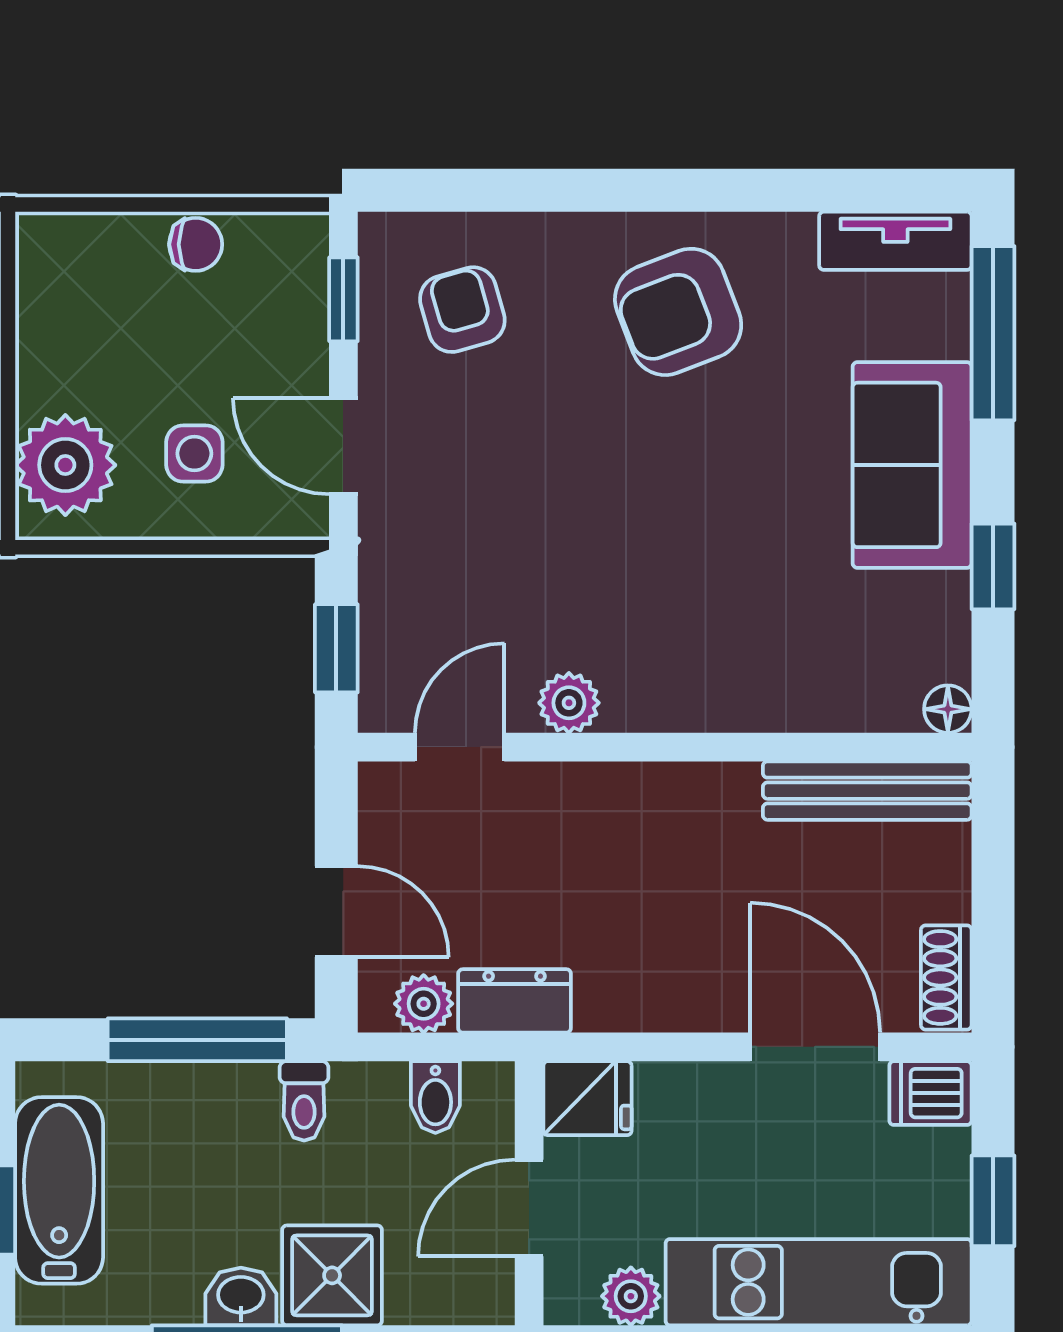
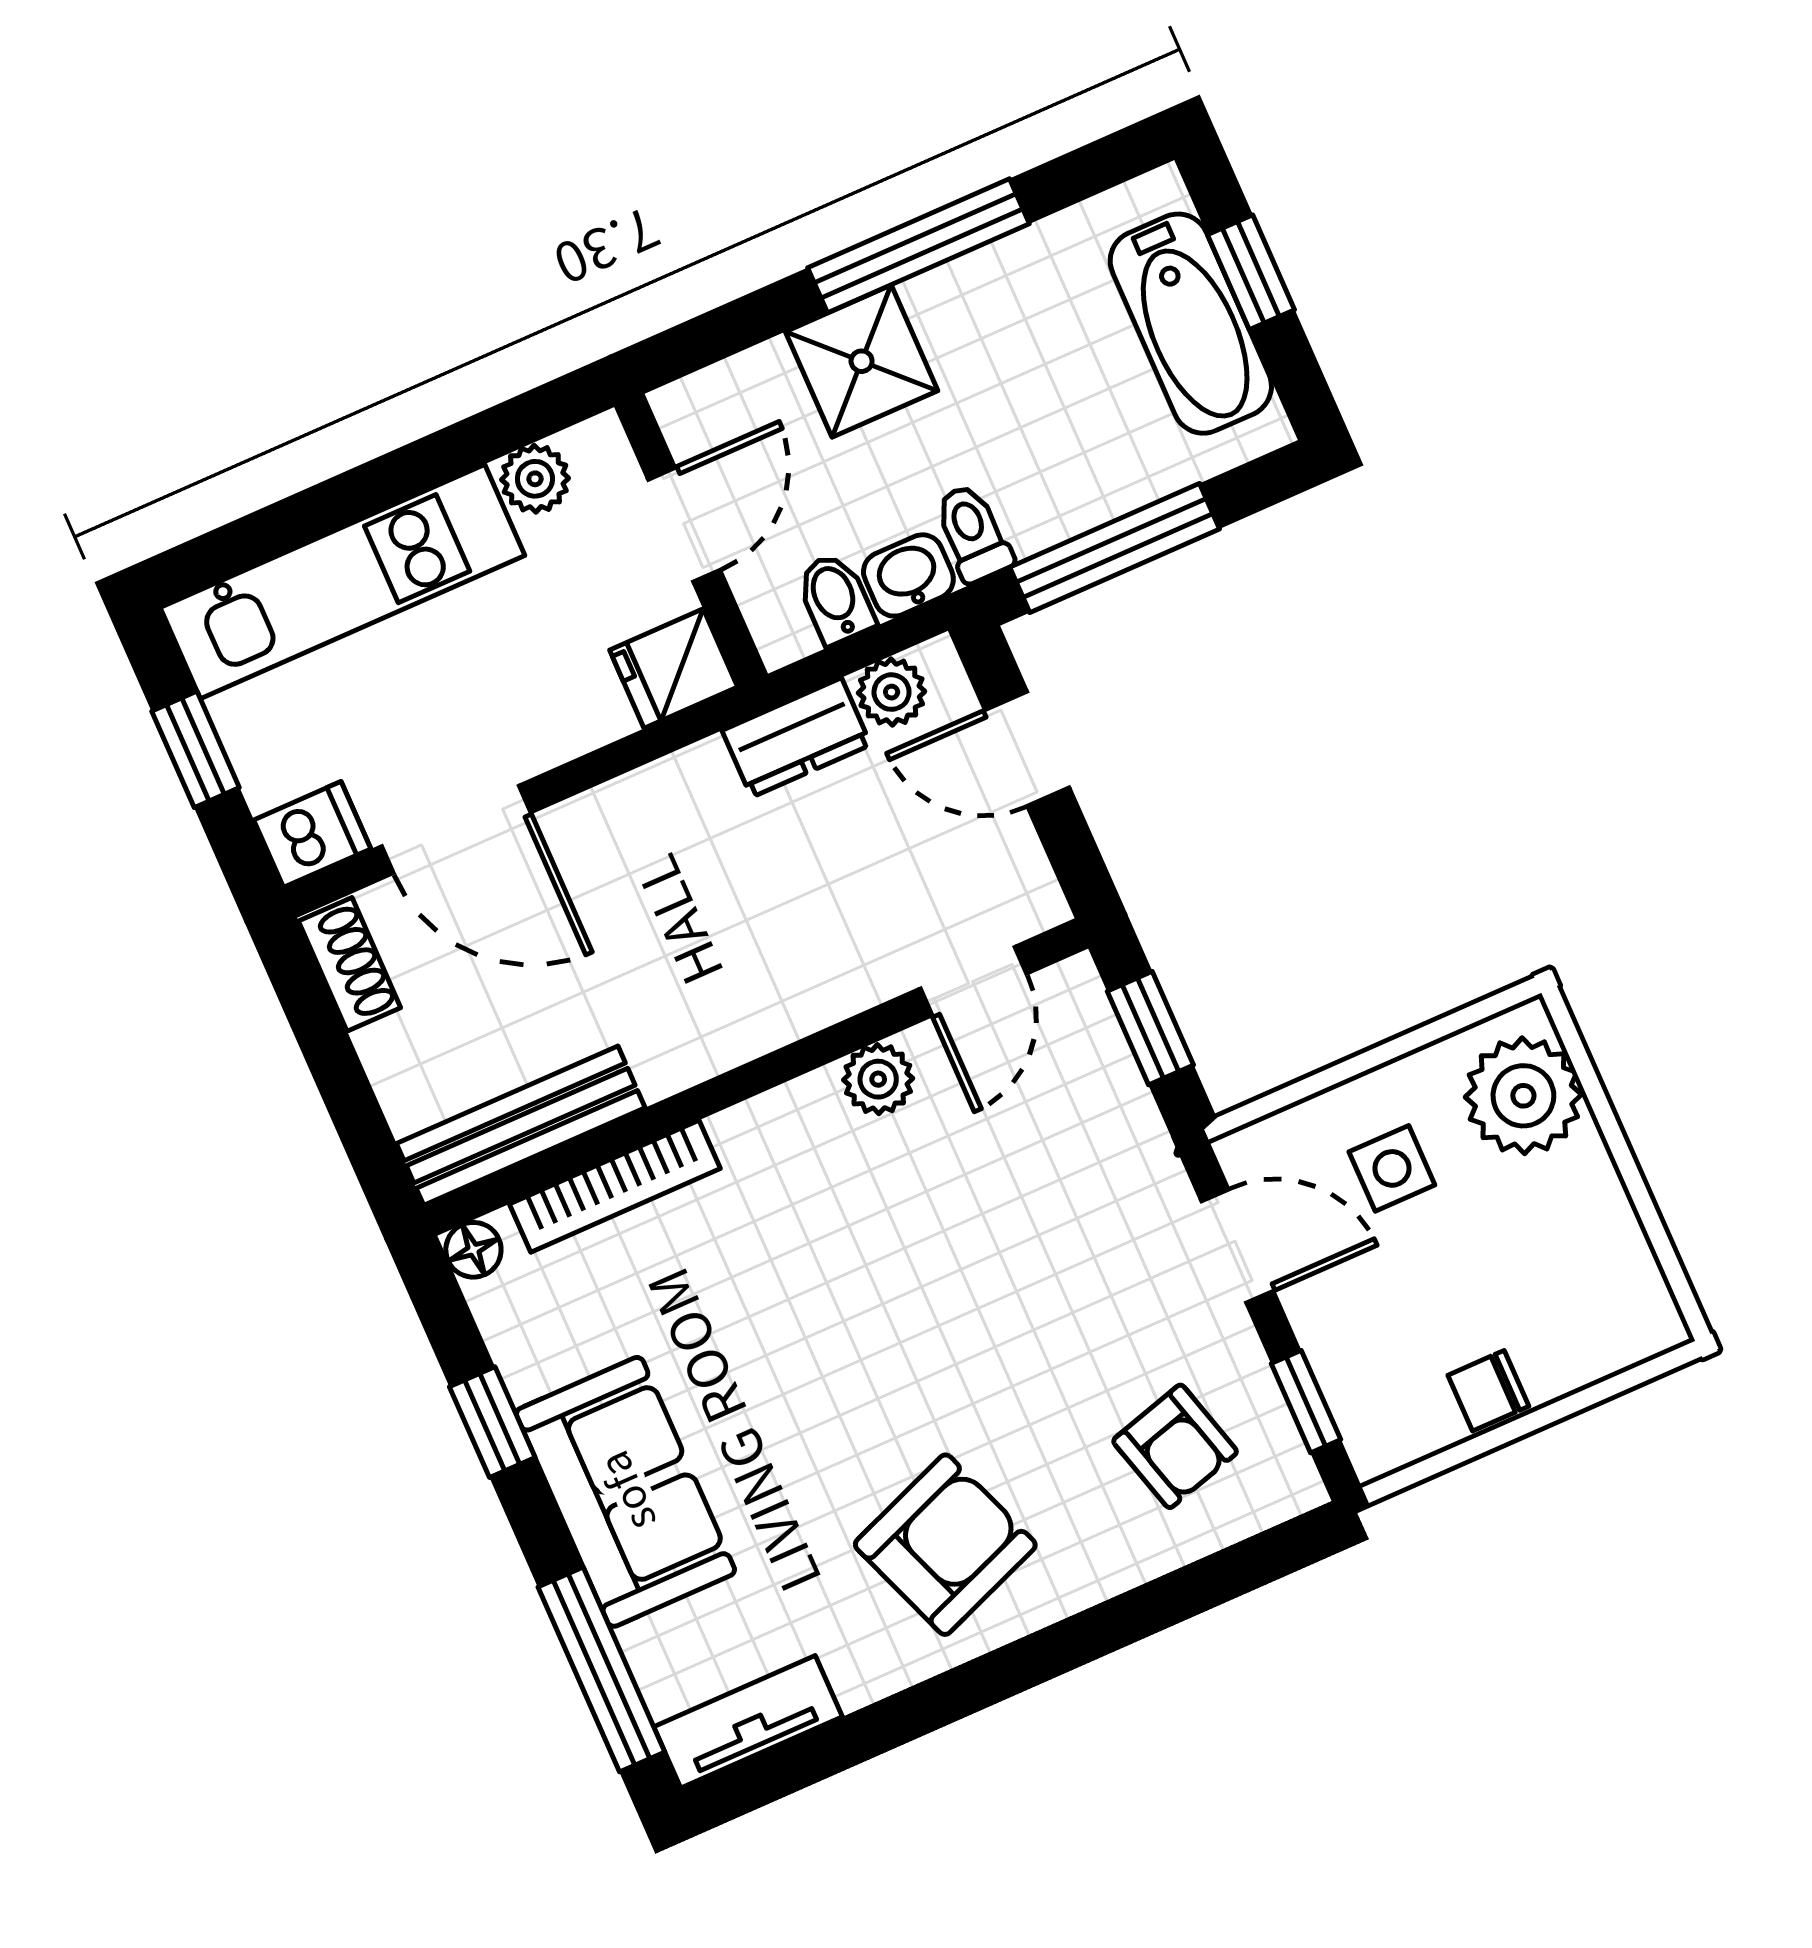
bookcase: (814, 710) -> (615, 1186), added
washbasin: (241, 1296) -> (908, 575), moved, turned 180

